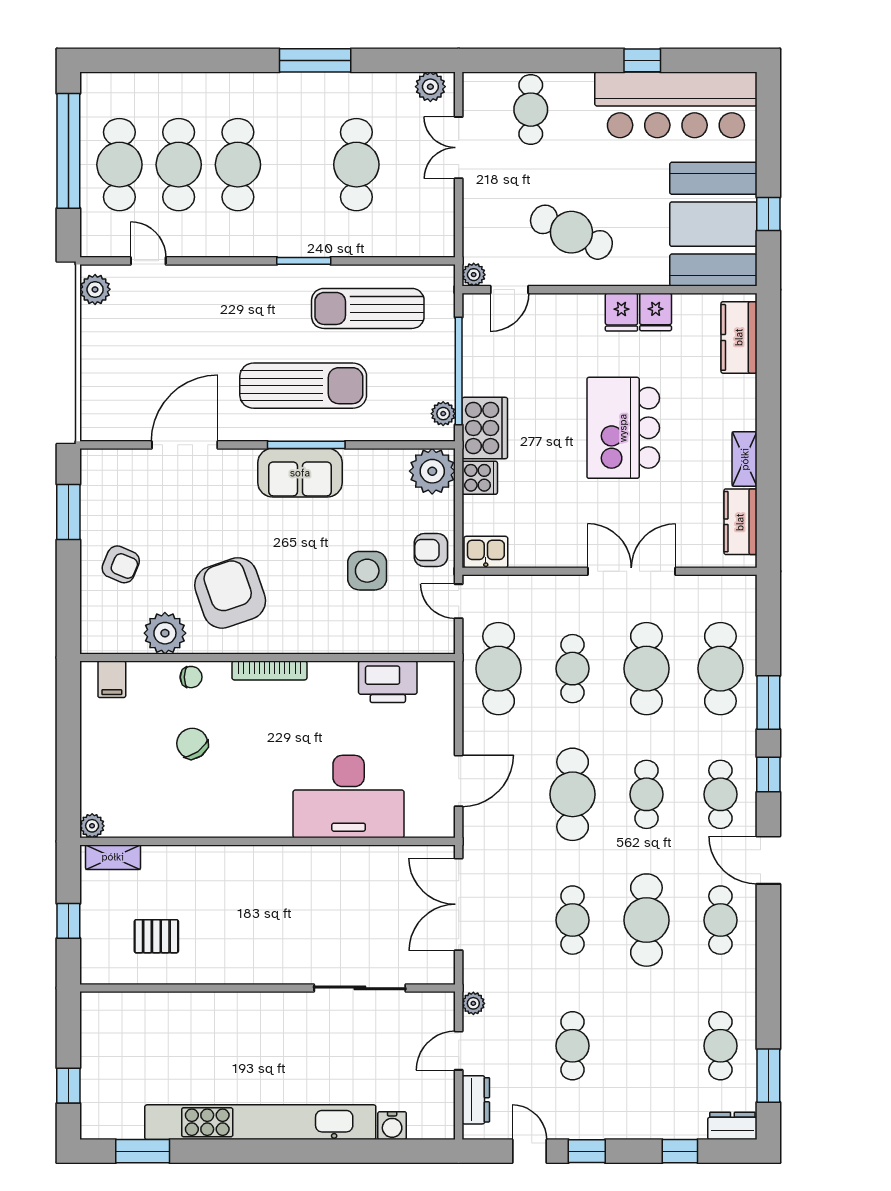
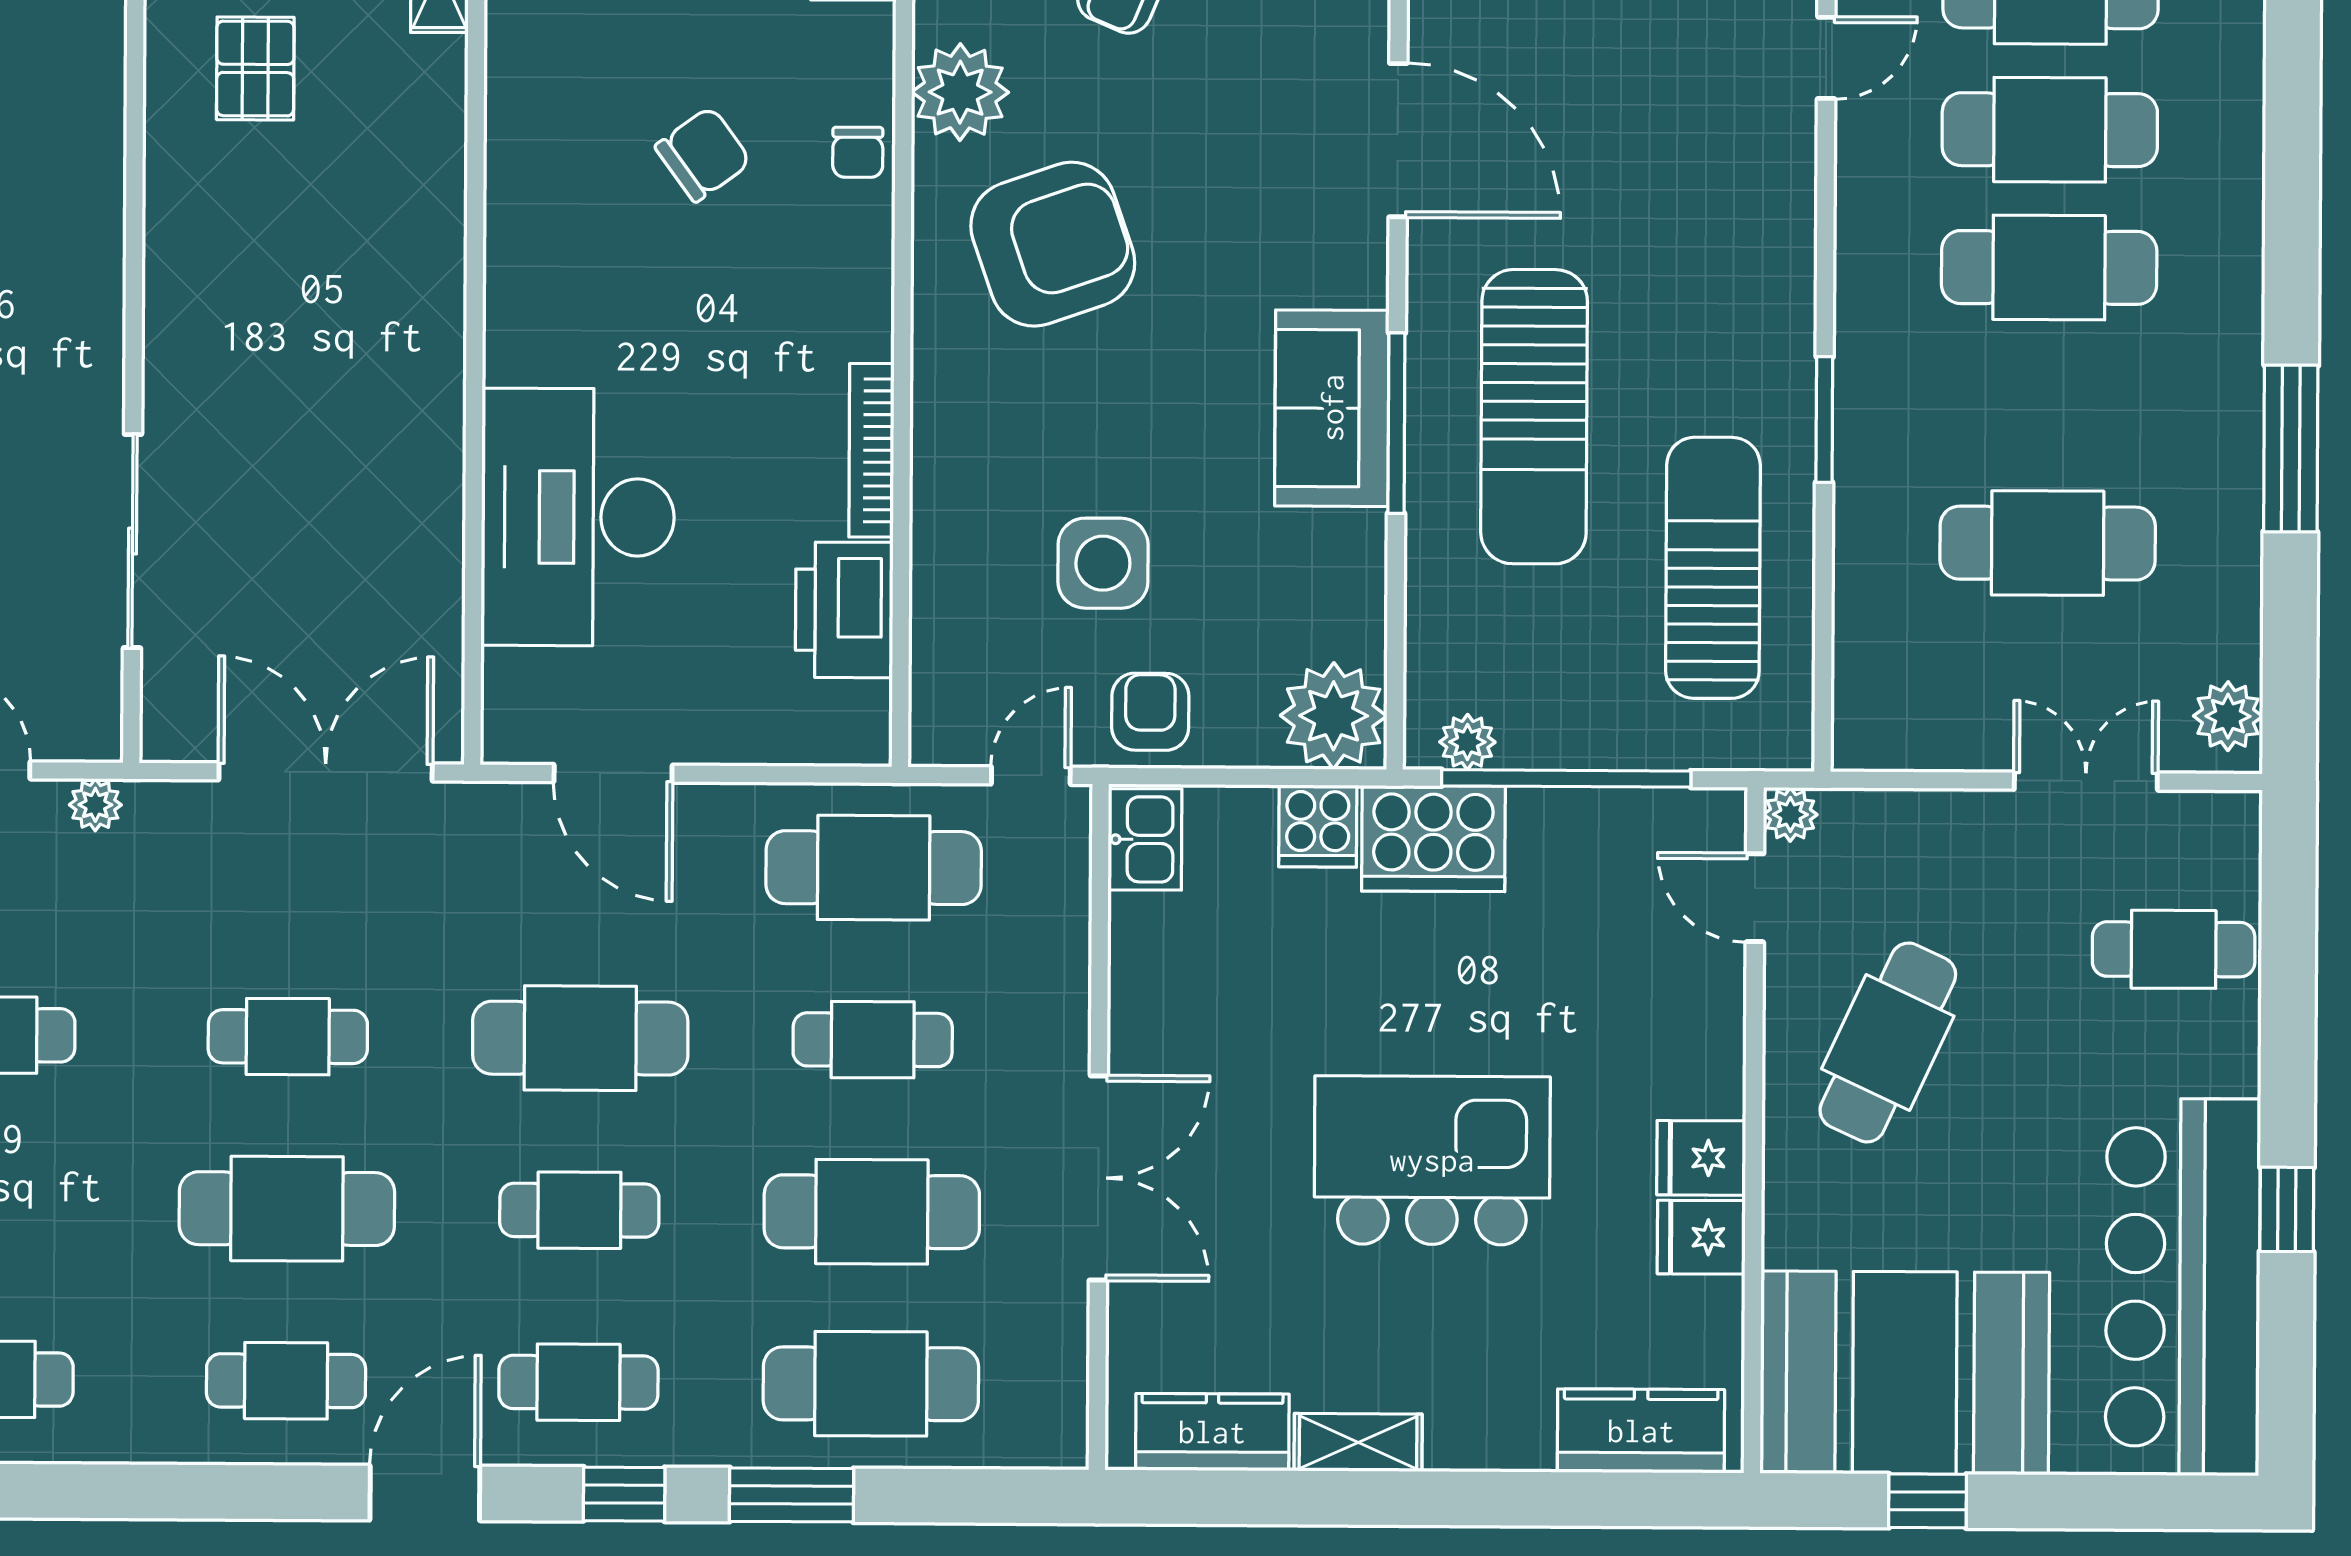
bookcase: (269, 670) -> (871, 450), moved

